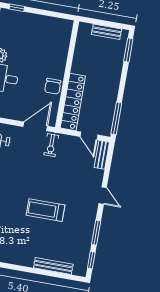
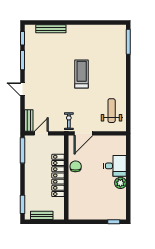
locker: (73, 102) -> (58, 175), moved
door: (89, 136) -> (41, 133), hinge flipped
treadmill: (46, 210) -> (82, 74), moved, turned -90

